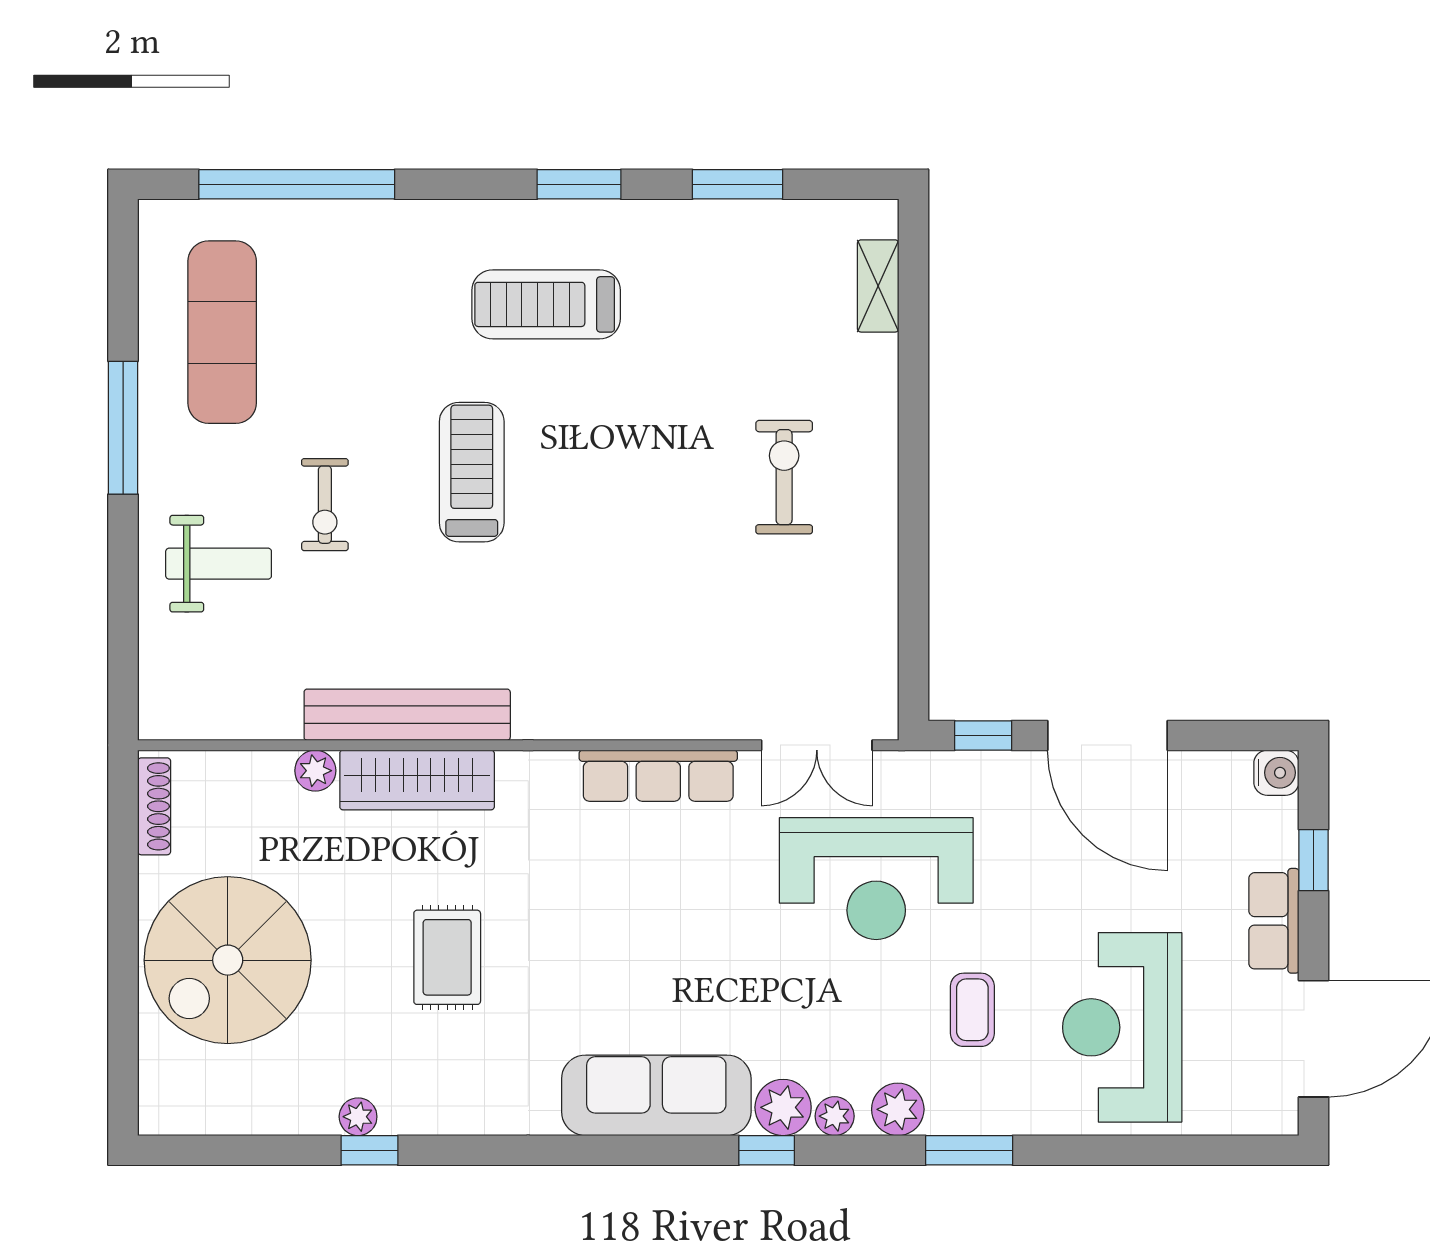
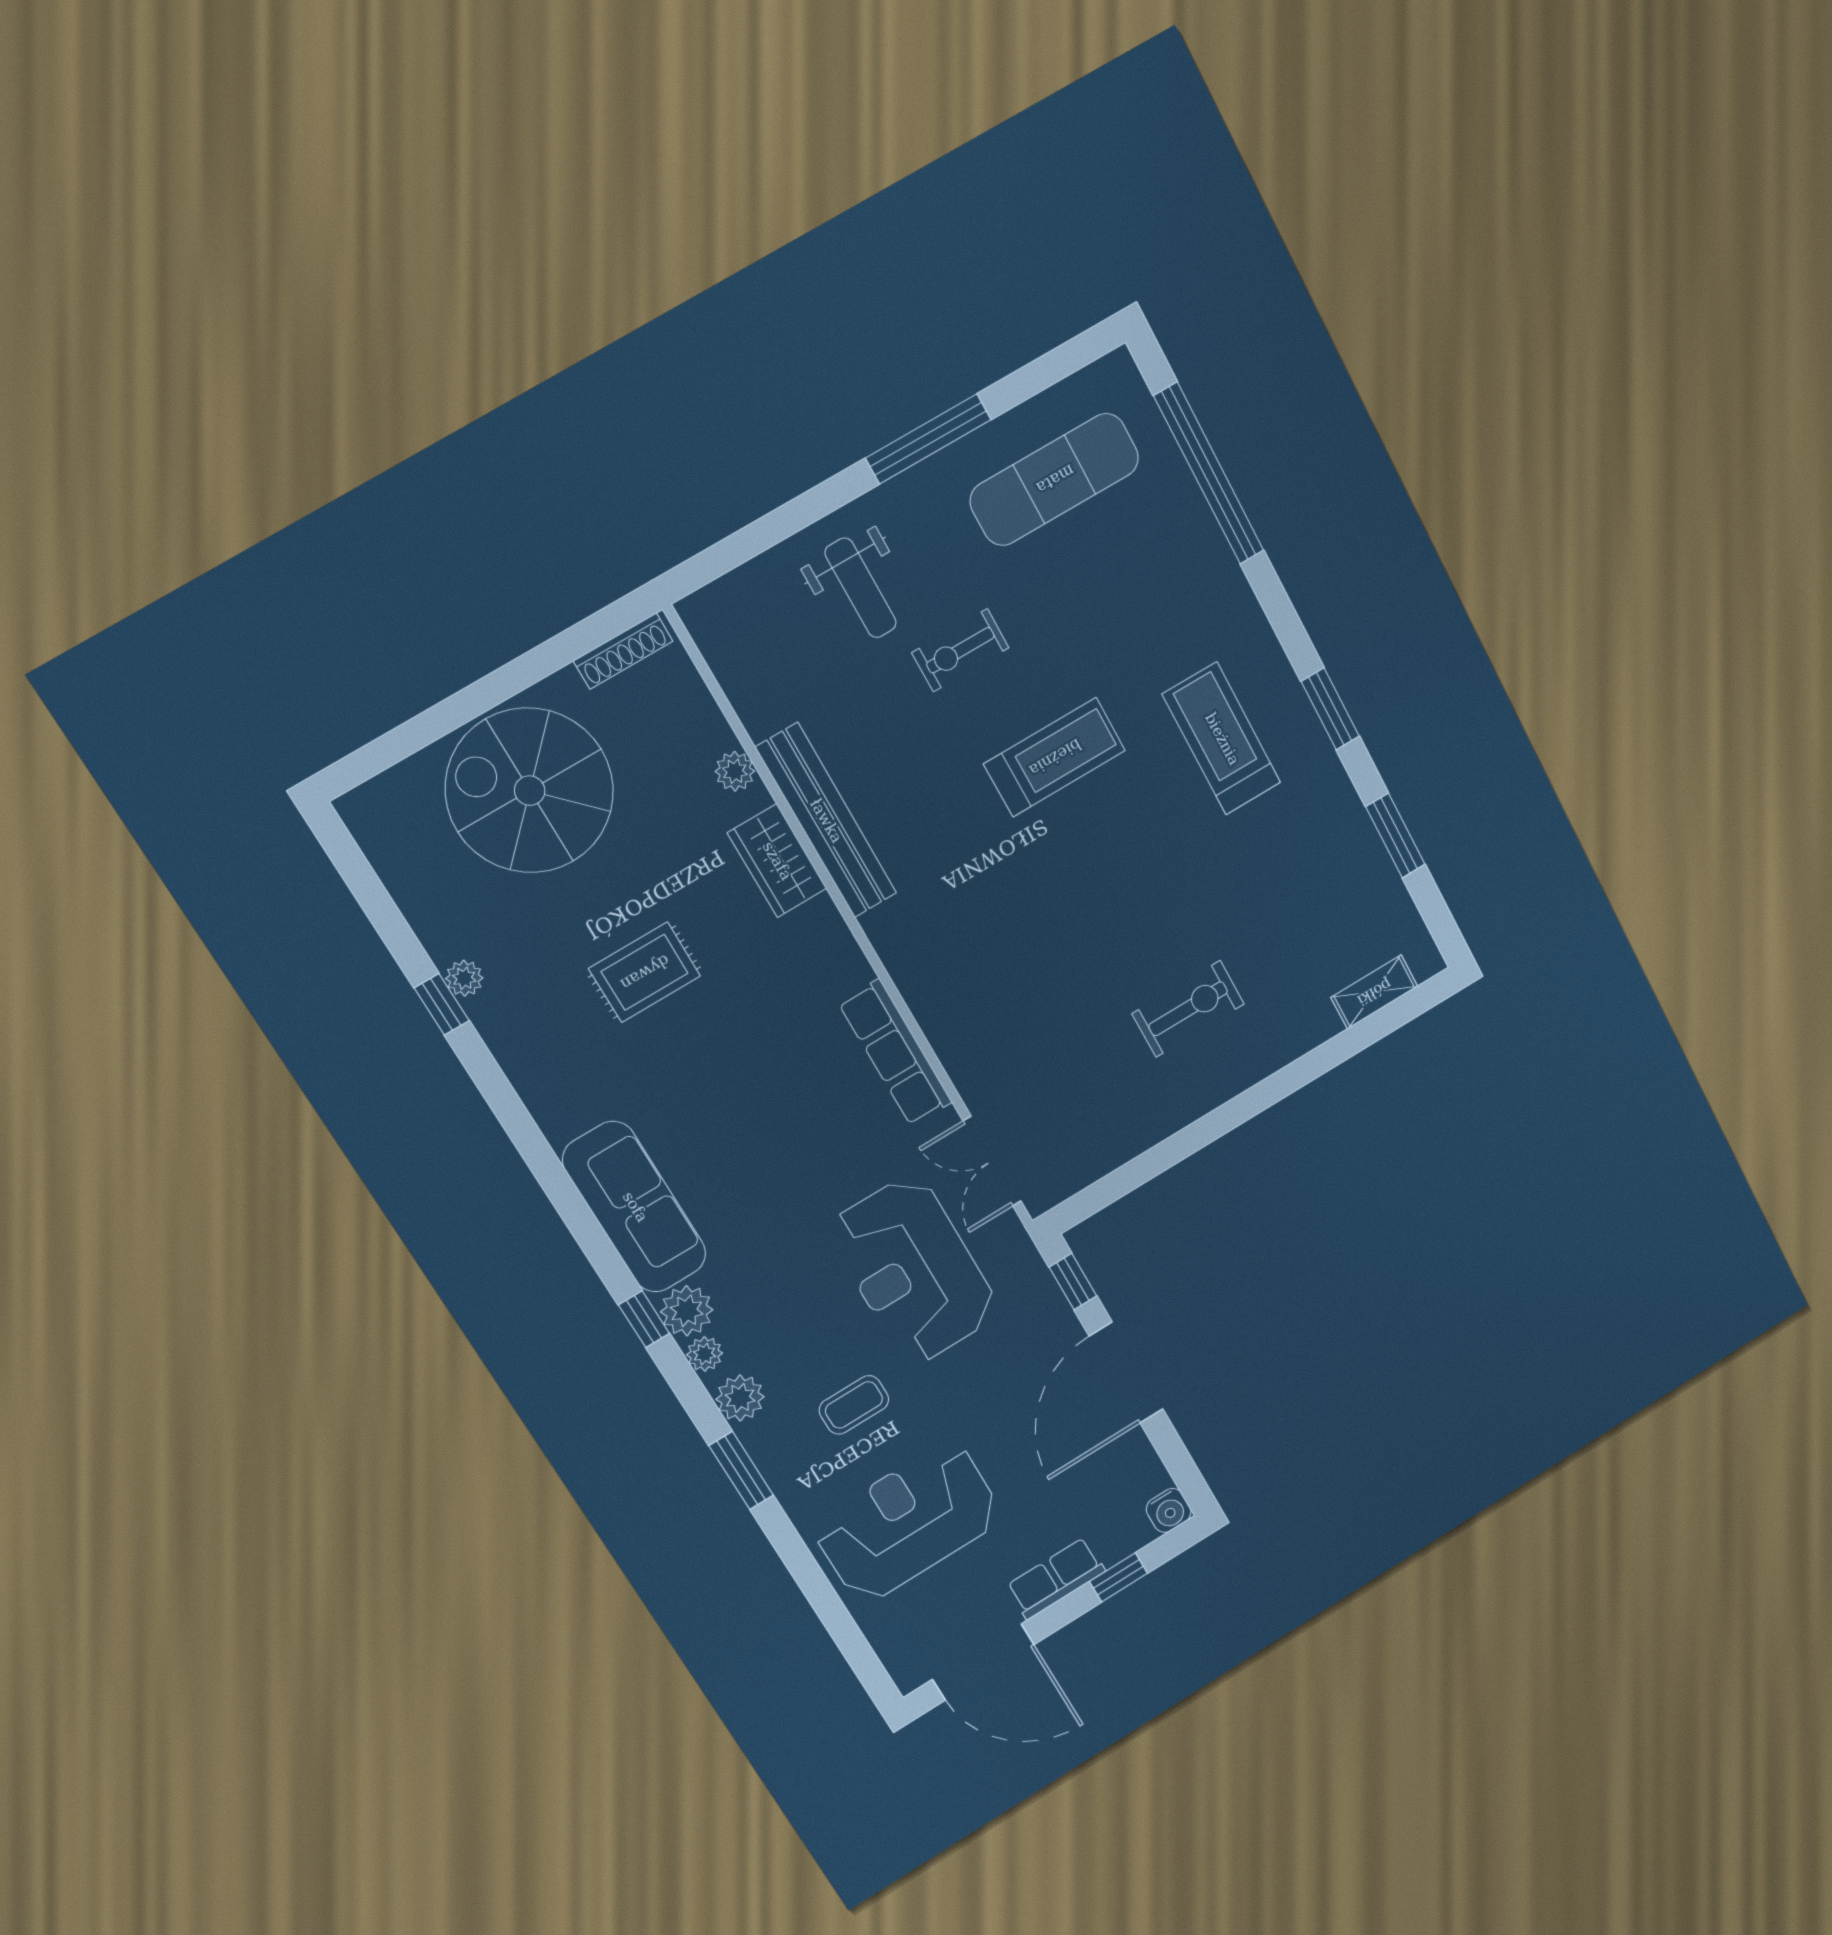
wardrobe: (417, 780) -> (777, 861), width x0.67

